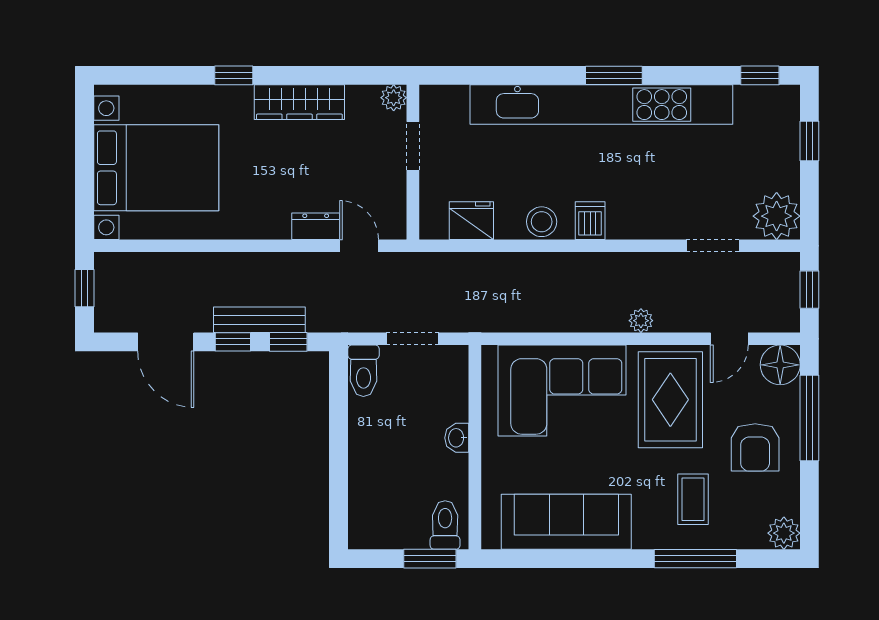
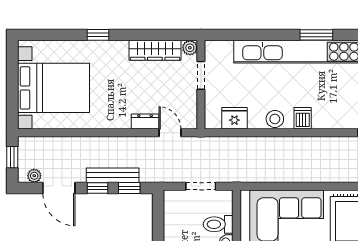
wardrobe: (299, 102) -> (155, 50), moved
plant: (641, 321) -> (34, 176), moved
toilet: (363, 371) -> (218, 224), moved, turned 90

